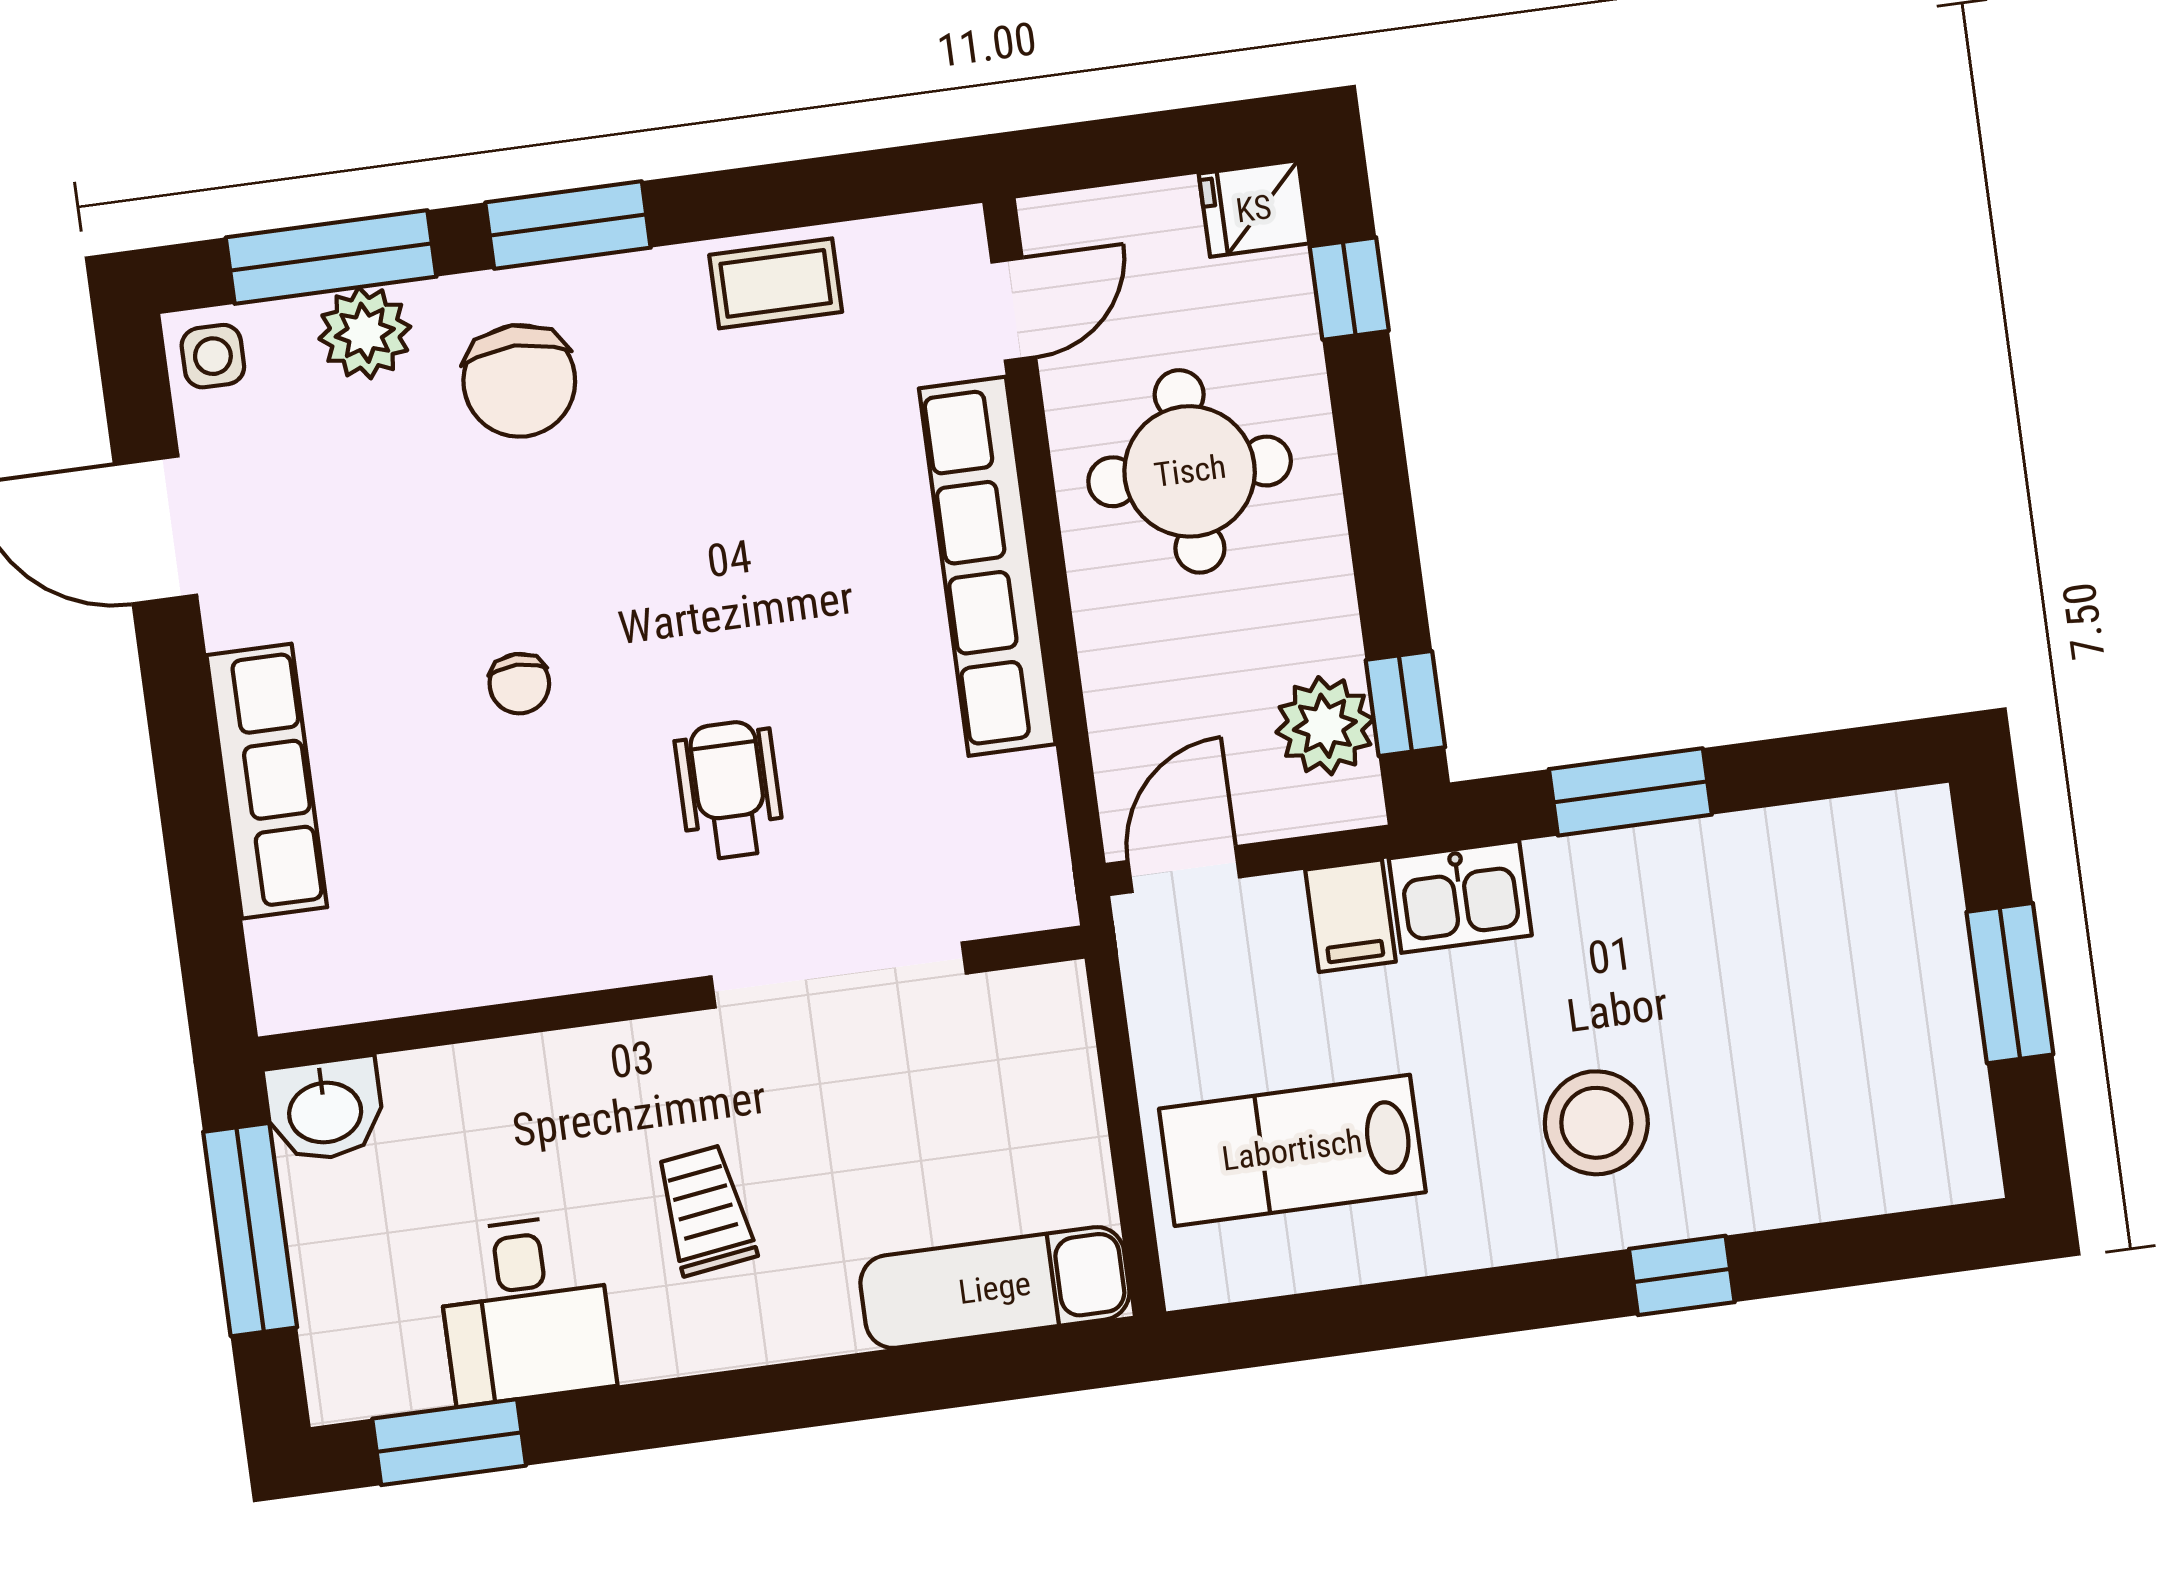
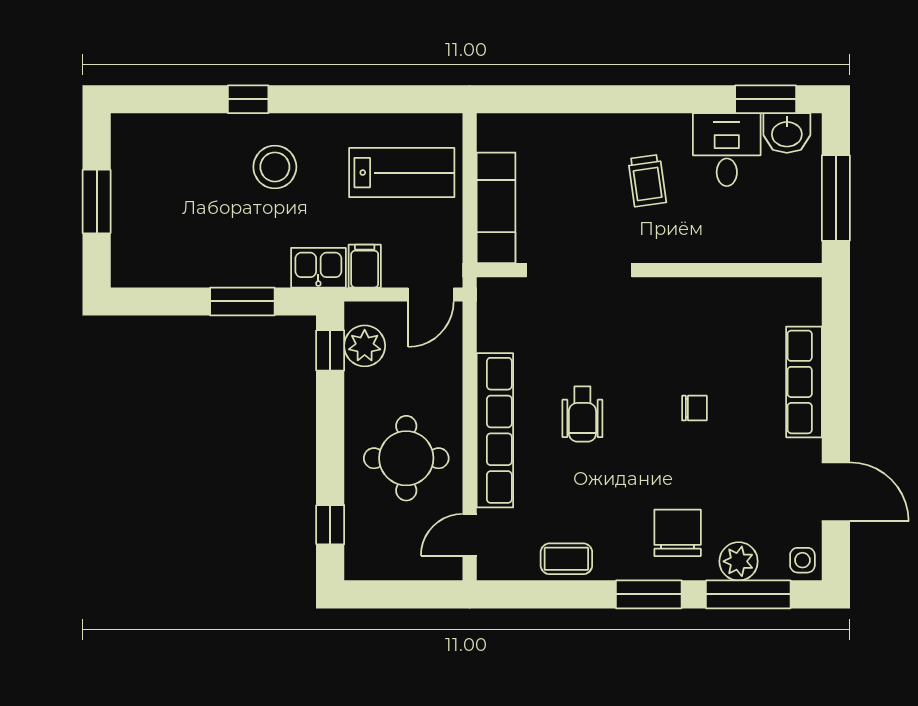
fridge: (1254, 209) -> (365, 563), removed
chair: (519, 684) -> (694, 408), turned 90
wheelchair: (729, 790) -> (582, 414), moved
washbasin: (325, 1110) -> (787, 133), moved, turned 180
exam couch: (995, 1288) -> (496, 208), moved, turned -90

